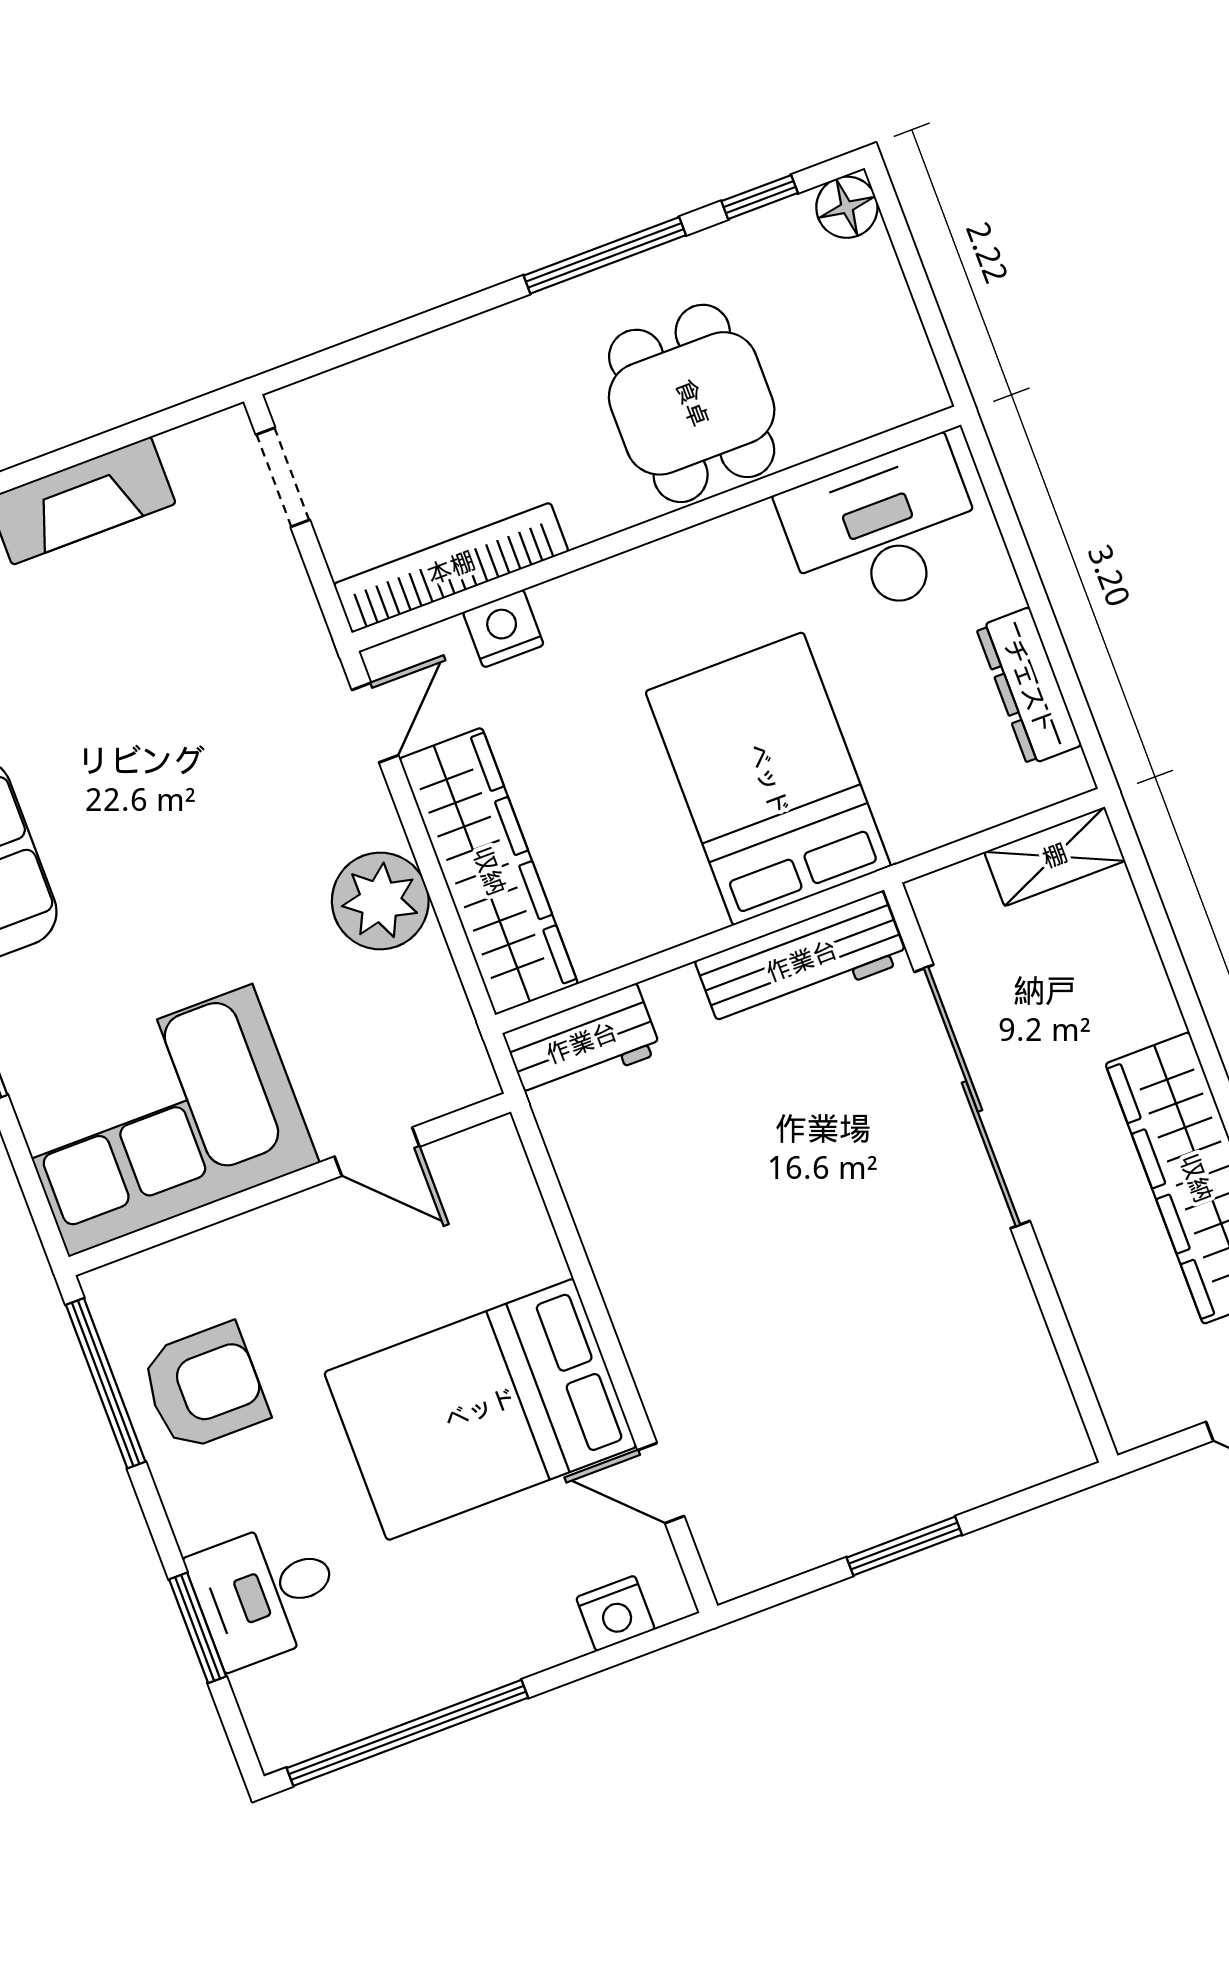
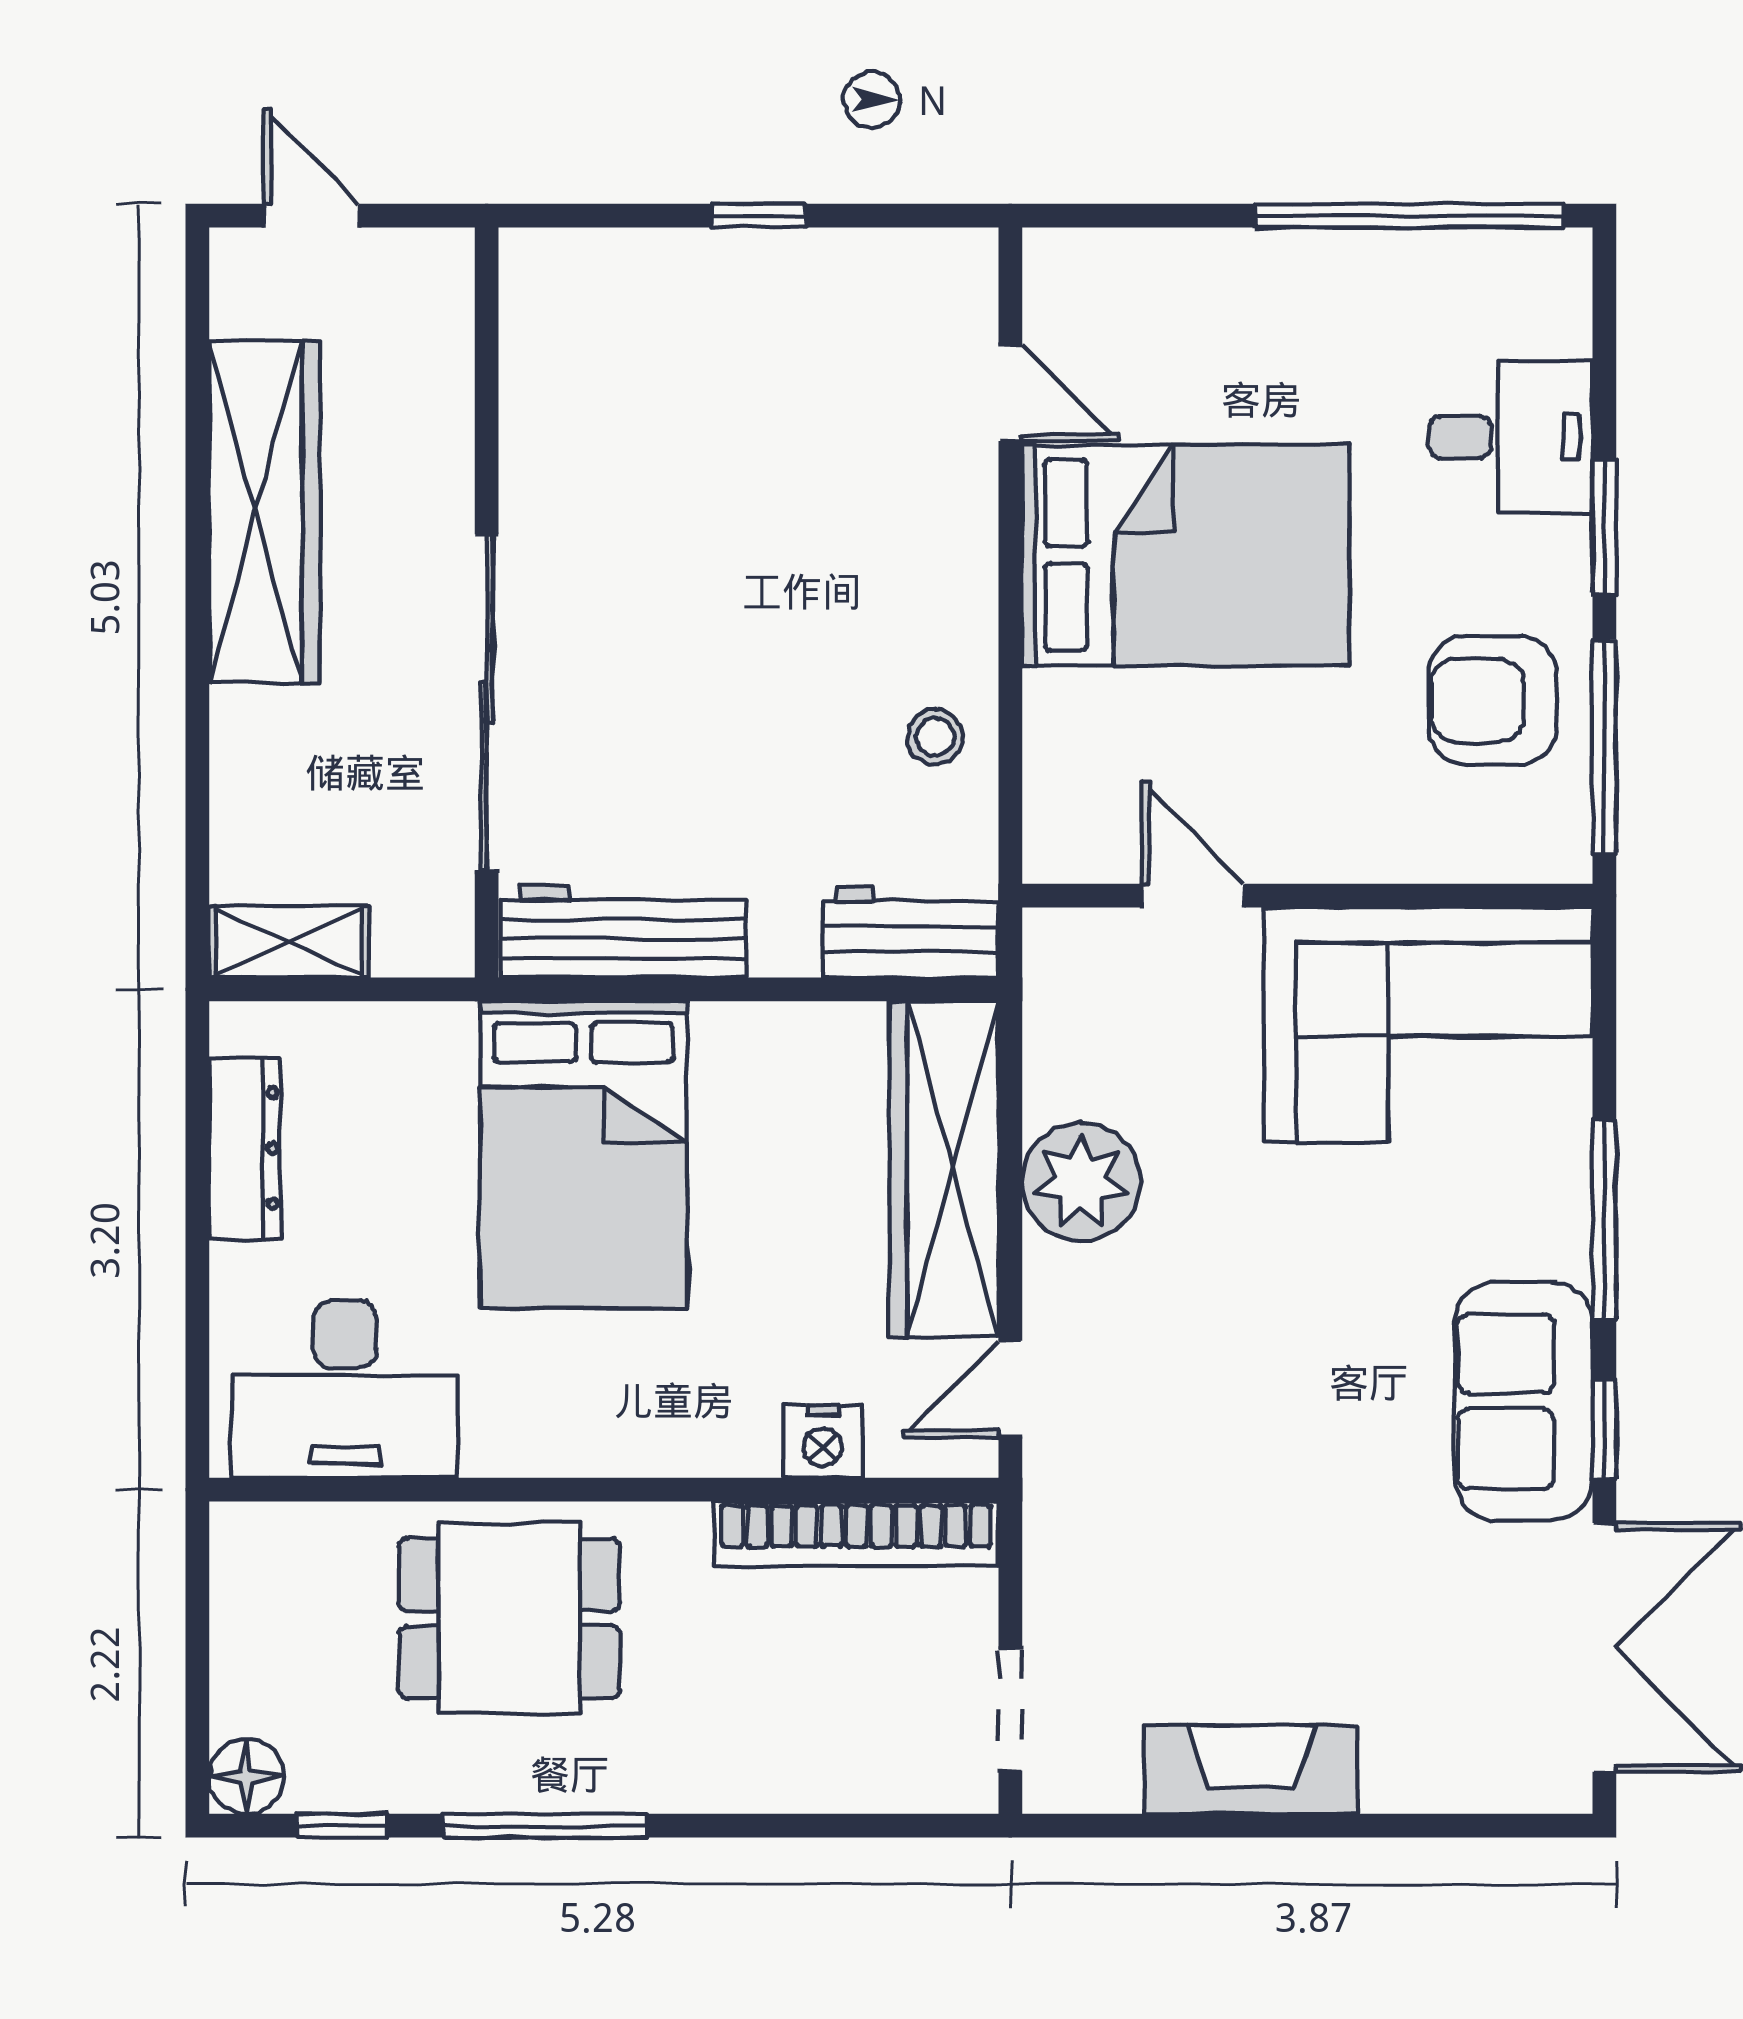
dining table: (692, 403) -> (509, 1618), turned 90
stool: (619, 1199) -> (935, 737), added
window: (904, 1546) -> (758, 216), width x0.67
nightstand: (615, 1613) -> (1119, 263), removed
window: (198, 1628) -> (1604, 527), moved

